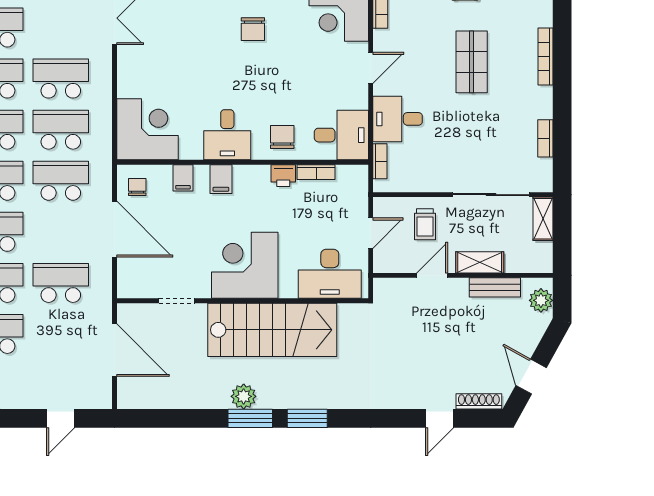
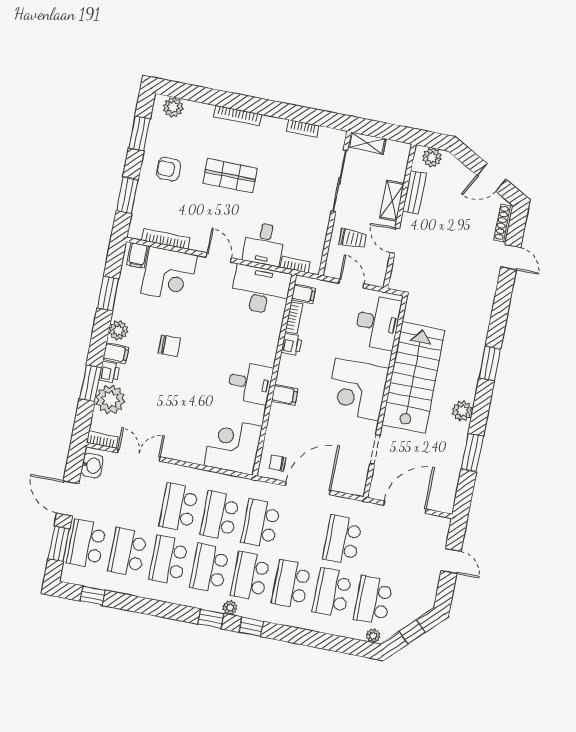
desk: (341, 135) -> (261, 290), width x1.37
chair: (282, 137) -> (260, 339), removed
filing cabinet: (183, 178) -> (303, 294), moved
window: (250, 418) -> (472, 453), moved

